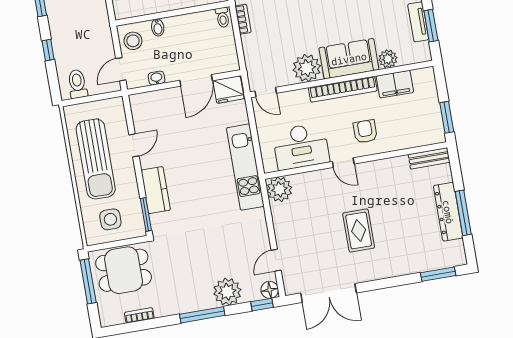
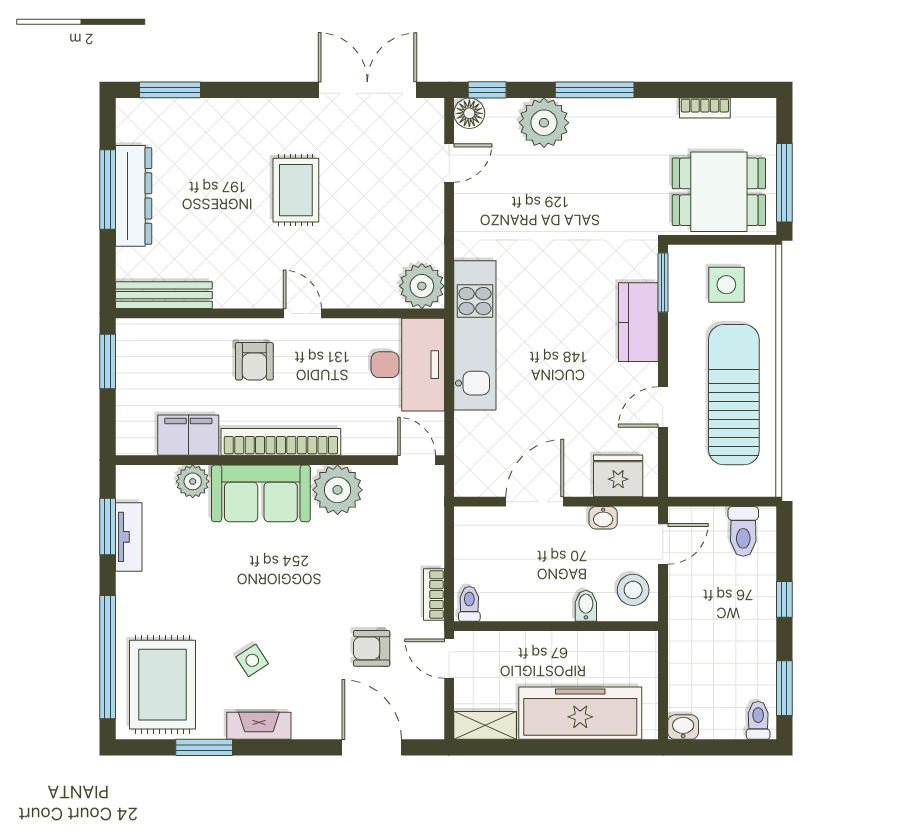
fridge: (229, 90) -> (618, 476), moved
desk: (301, 146) -> (408, 365), moved, turned 90
bench: (429, 158) -> (164, 295), width x1.36

